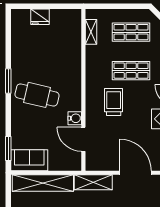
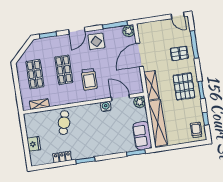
locker: (17, 51) -> (62, 157), added
cafe table: (37, 95) -> (64, 123), moved, width x0.73, depth x0.74
trolley: (114, 102) -> (89, 79), turned -90
door: (83, 139) -> (120, 98), swing flipped
plant: (74, 163) -> (140, 102), added

